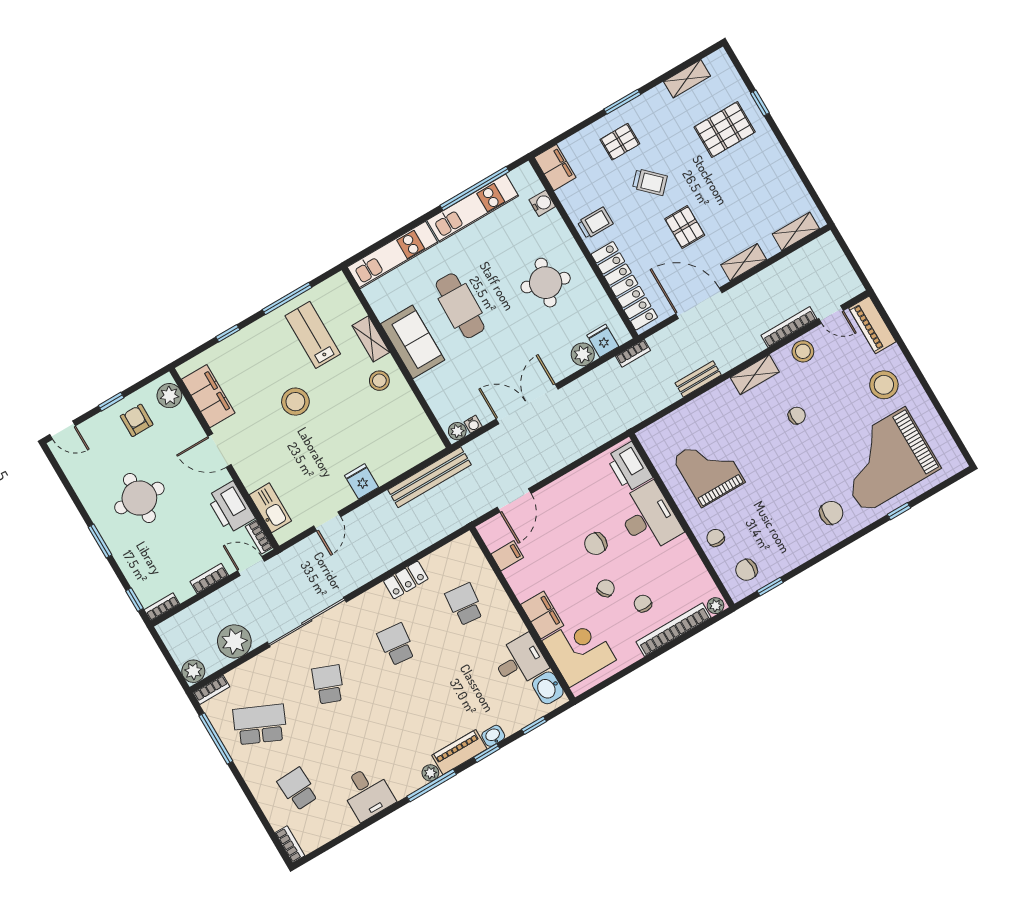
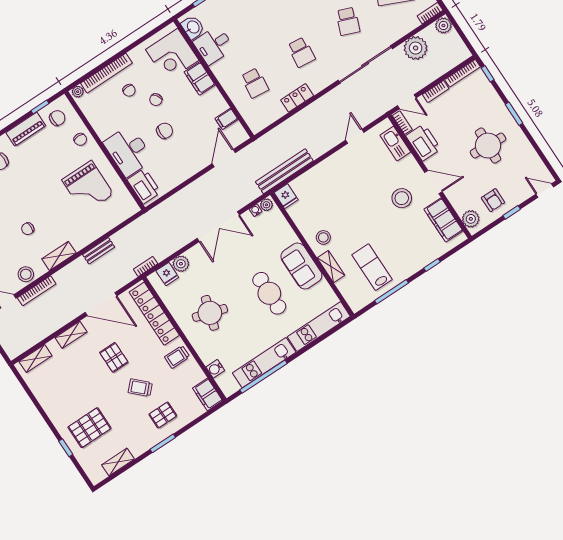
lab bench: (313, 335) -> (372, 267), turned 180
stool: (295, 402) -> (402, 198), moved
fridge: (362, 481) -> (286, 196), moved
piano: (792, 557) -> (26, 129), added
bookcase: (162, 607) -> (463, 73), width x1.56

